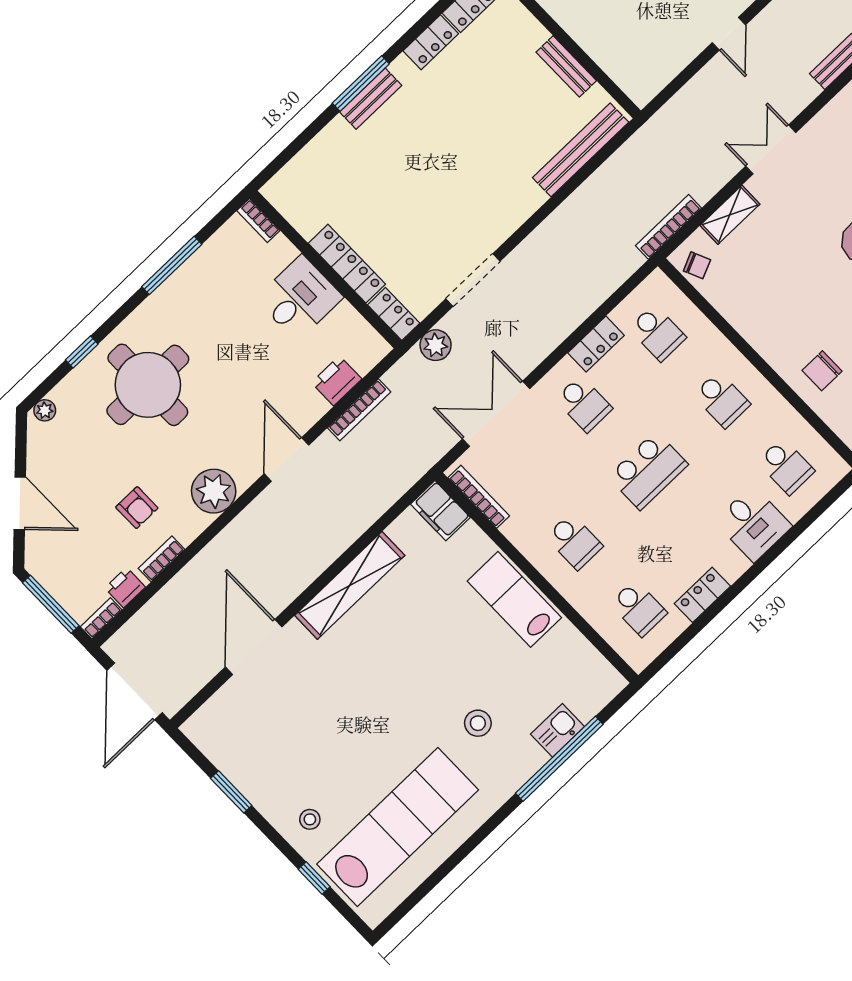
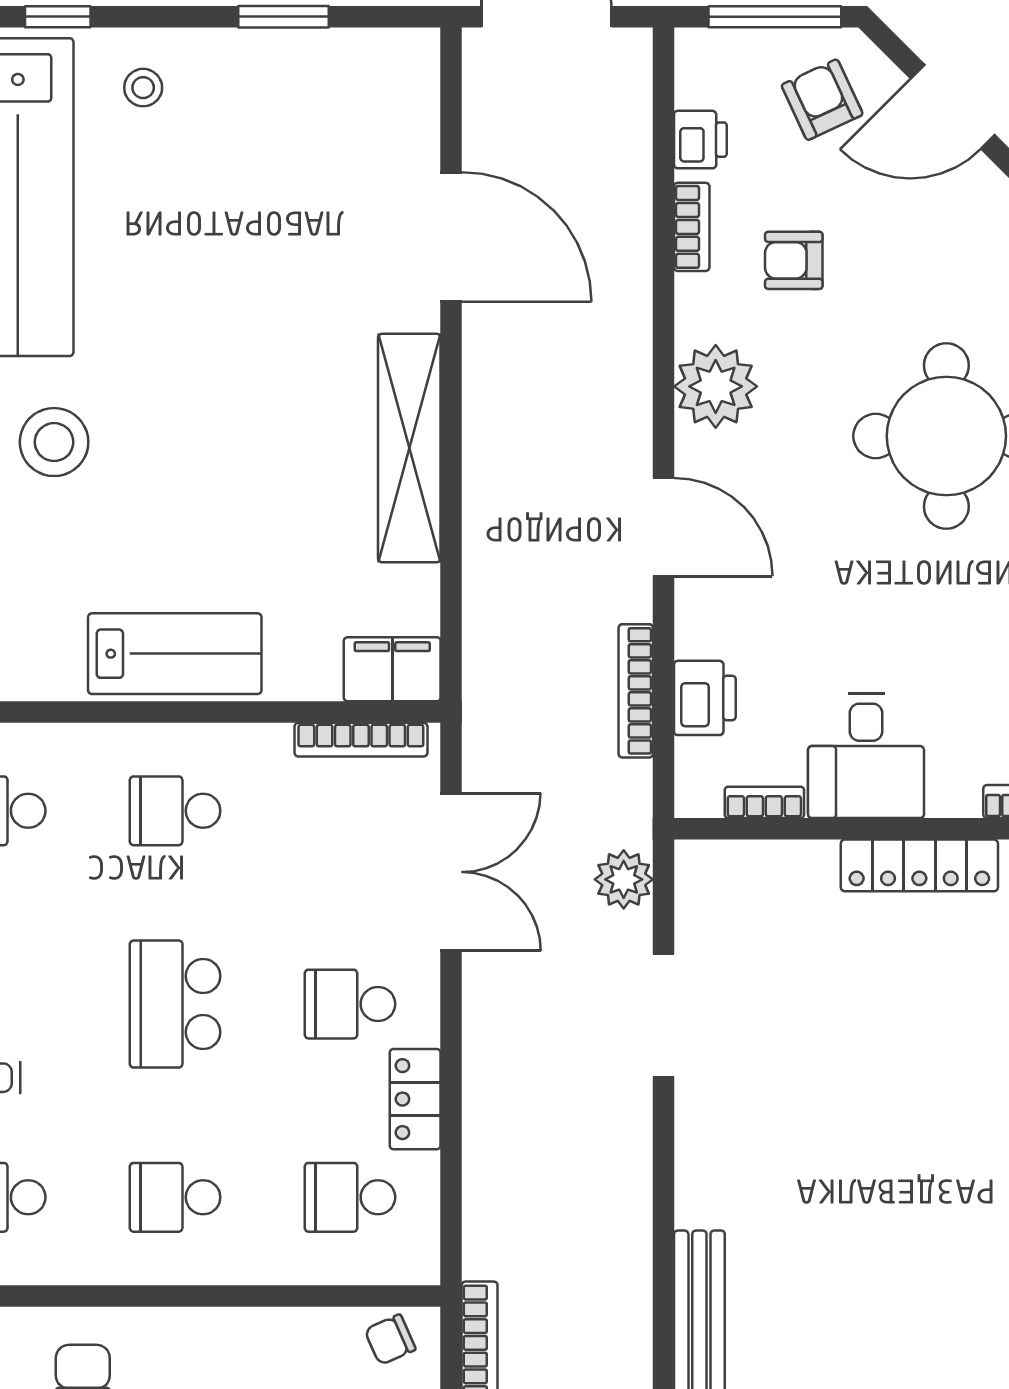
locker: (347, 264) -> (919, 865), moved
locker: (394, 314) -> (721, 863), removed
armchair: (65, 556) -> (822, 100), added
bookcase: (101, 618) -> (764, 802), moved, turned -90
stool: (478, 723) -> (54, 442), width x1.38, depth x1.38

